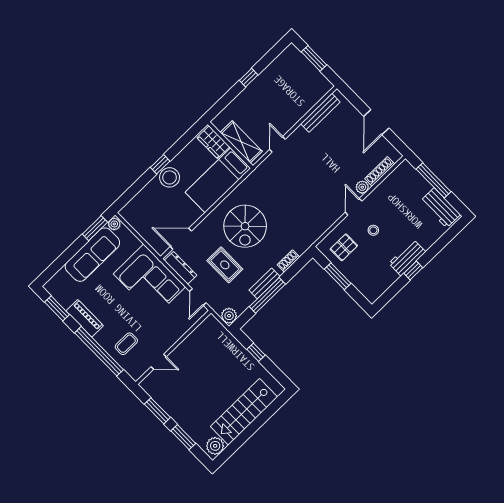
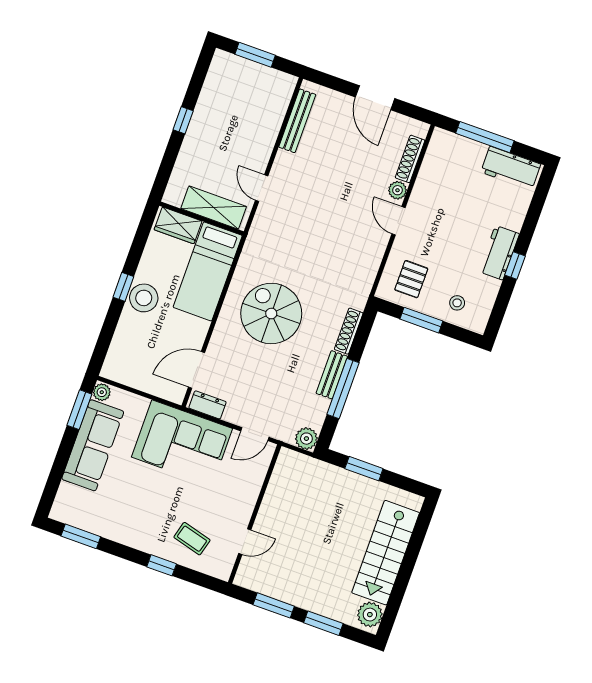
spiral stairs: (245, 226) -> (271, 314), turned 180
stool: (373, 230) -> (457, 303), moved
shoe rack: (288, 261) -> (349, 331), width x1.43
rug: (225, 265) -> (269, 376), removed
dresser: (181, 268) -> (207, 405), width x0.70
door: (198, 297) -> (255, 434), hinge flipped
piano: (85, 318) -> (123, 532), removed
coffee table: (126, 344) -> (192, 539), turned -75
window: (99, 351) -> (162, 565), width x0.32
window: (256, 352) -> (364, 469), width x1.50

